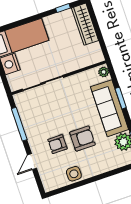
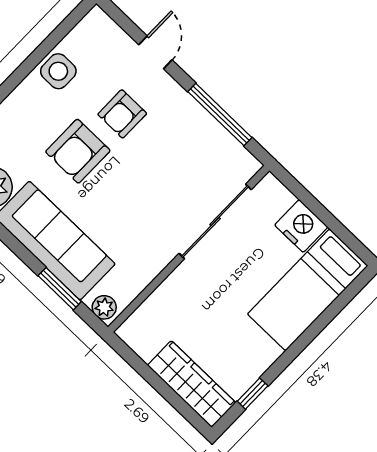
window: (121, 98) -> (60, 289), moved
armchair: (57, 144) -> (122, 114), turned 180

